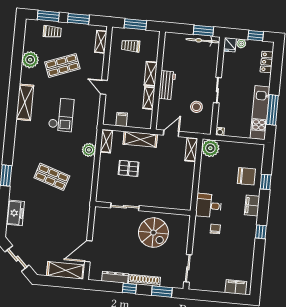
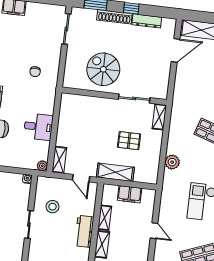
filing cabinet: (122, 119) -> (130, 194), width x2.00
door: (171, 133) -> (81, 178), hinge flipped
shelving: (106, 141) -> (159, 117), moved
plant: (210, 148) -> (42, 166), width x0.53, depth x0.53
desk: (209, 206) -> (38, 127), moved

